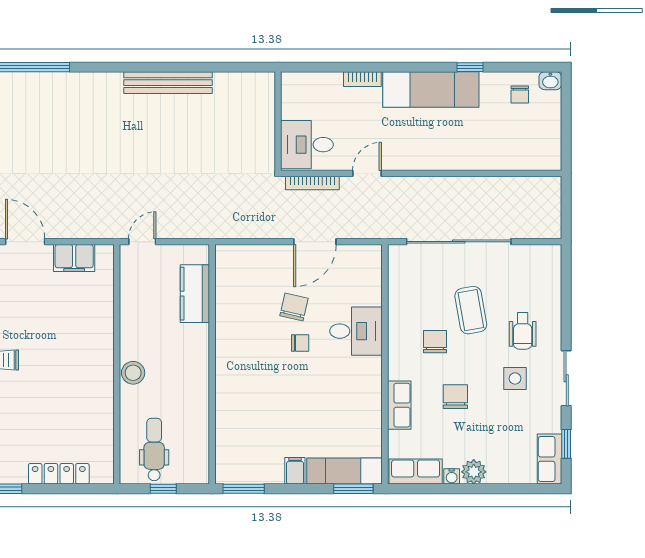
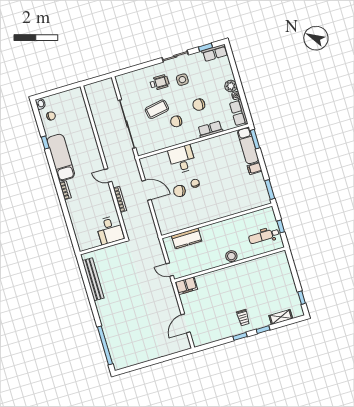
wall: (278, 121) -> (103, 246), moved
desk: (307, 145) -> (110, 230), moved
filing cabinet: (74, 258) -> (186, 286), moved, turned 90
locker: (59, 474) -> (288, 277), removed

